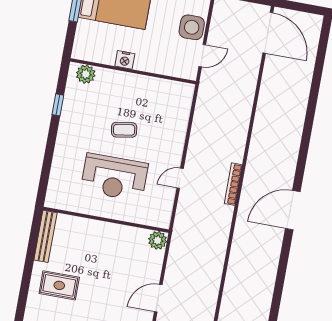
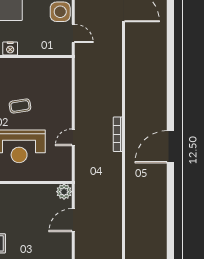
door: (202, 56) -> (73, 33), hinge flipped
door: (158, 298) -> (73, 220), moved

